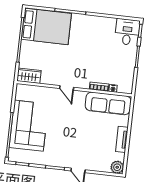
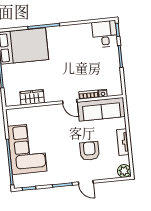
wardrobe: (29, 76) -> (32, 97), moved
door: (67, 88) -> (70, 101), moved
armchair: (88, 141) -> (89, 151), added

